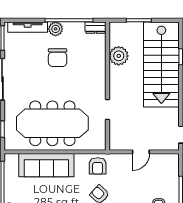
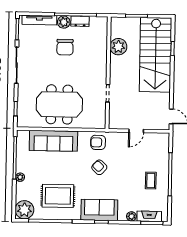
dresser: (96, 28) -> (80, 21), moved
meeting table: (52, 123) -> (59, 104), width x0.73
armchair: (98, 166) -> (98, 142), turned 90

